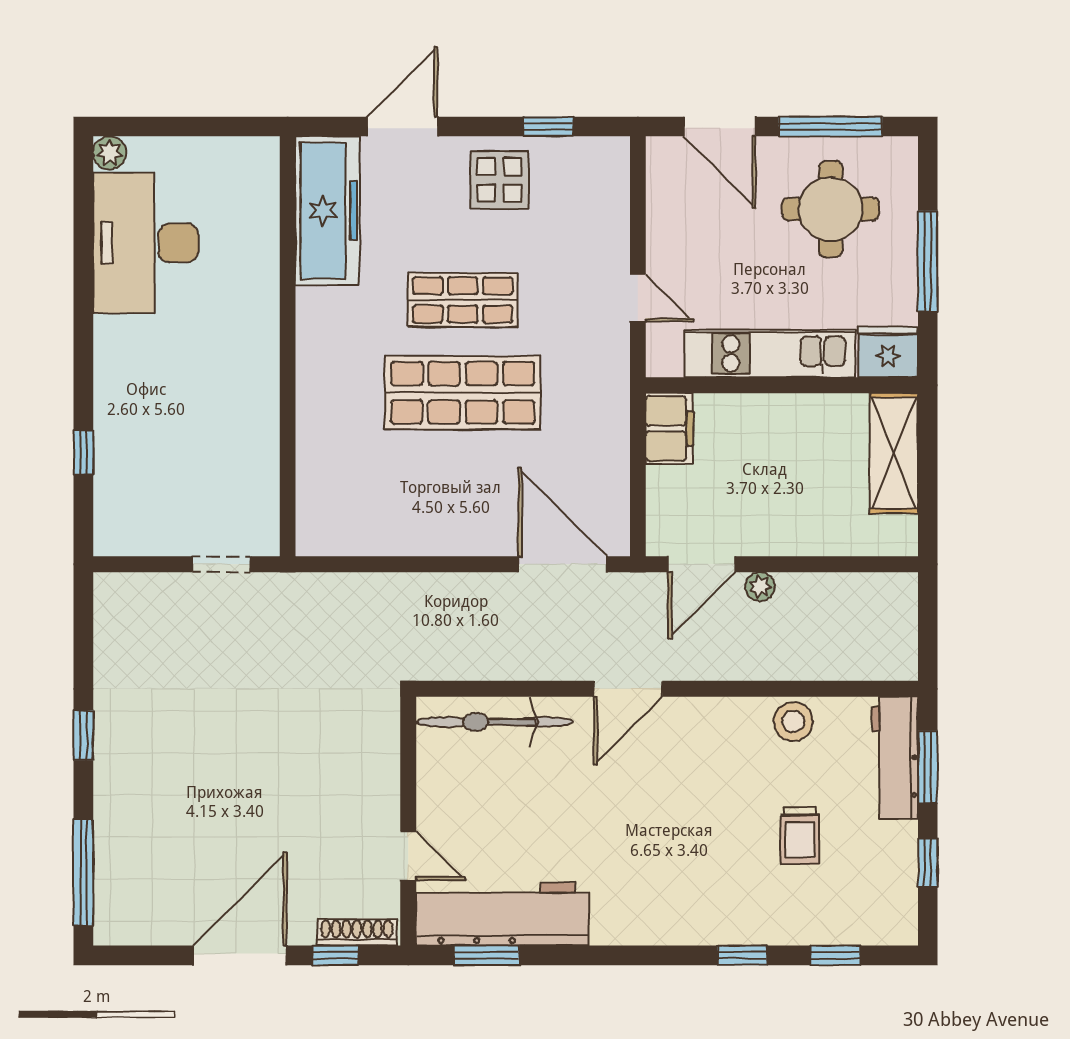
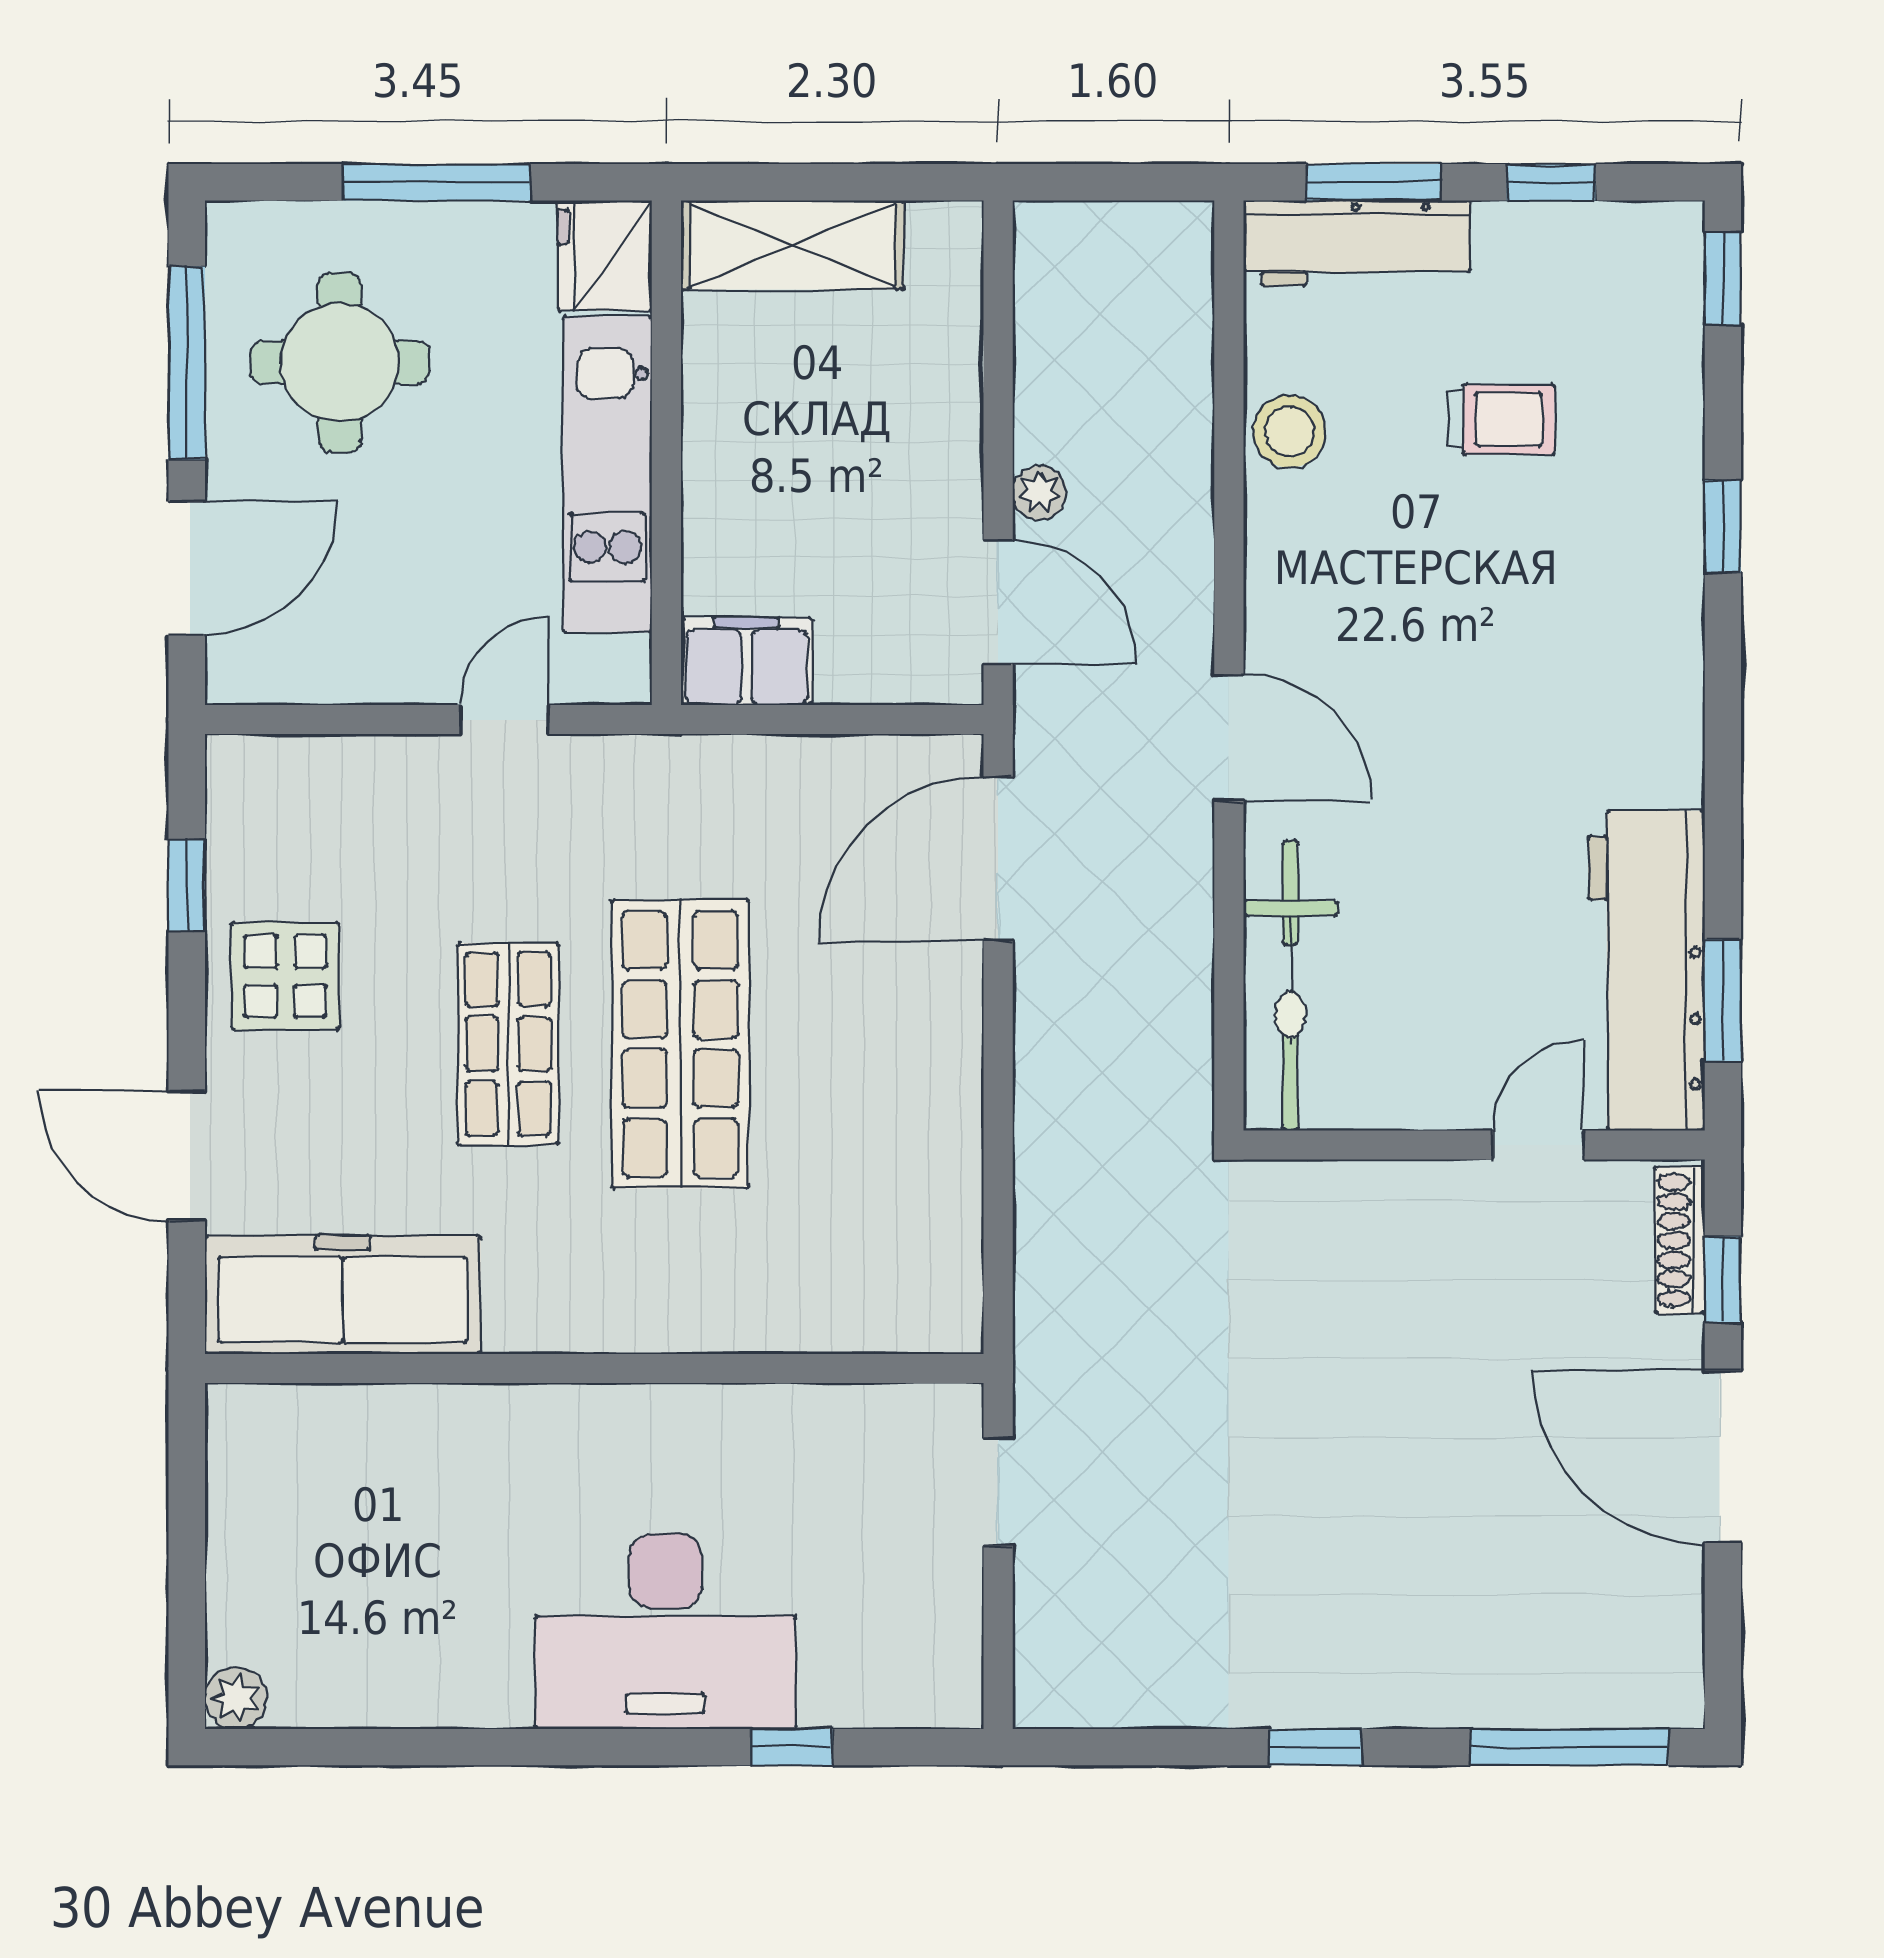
desk: (146, 243) -> (665, 1632), moved
window: (835, 955) -> (1723, 279), moved

